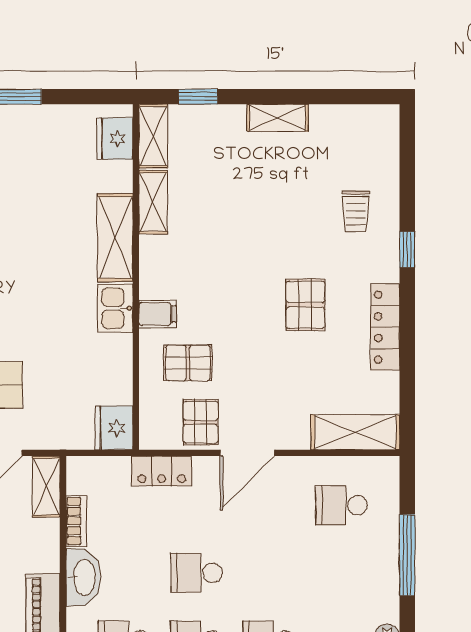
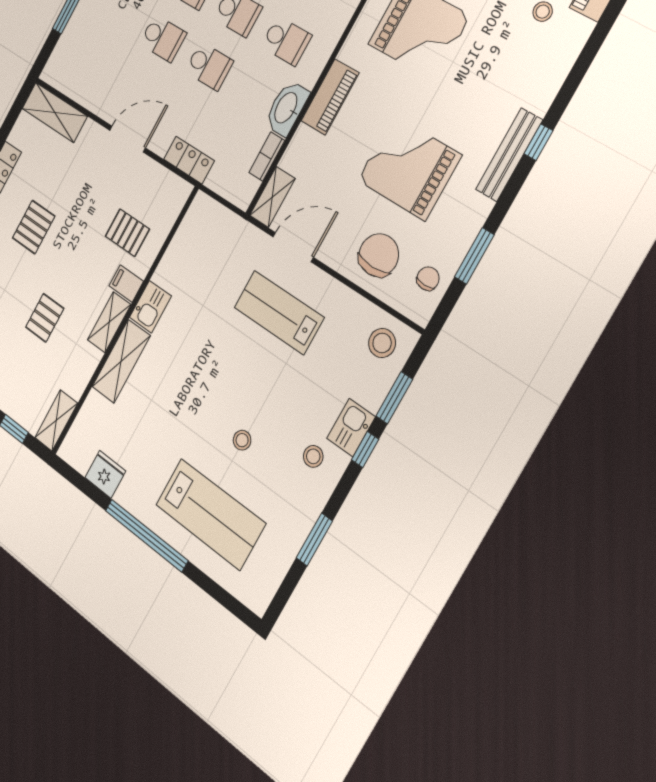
fridge: (115, 139) -> (105, 474), moved, turned -90
shelving: (153, 202) -> (109, 322), moved
pallet: (201, 422) -> (45, 318), moved
fridge: (114, 428) -> (202, 214), removed
school desk: (342, 505) -> (163, 38), moved

